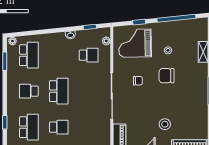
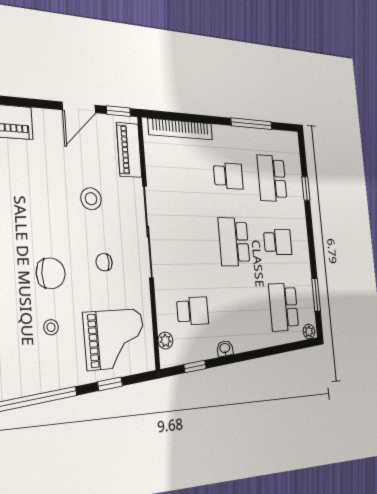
school desk: (89, 55) -> (193, 311), turned 180
stool: (165, 124) -> (91, 199), moved
school desk: (59, 127) -> (228, 176), turned 180

